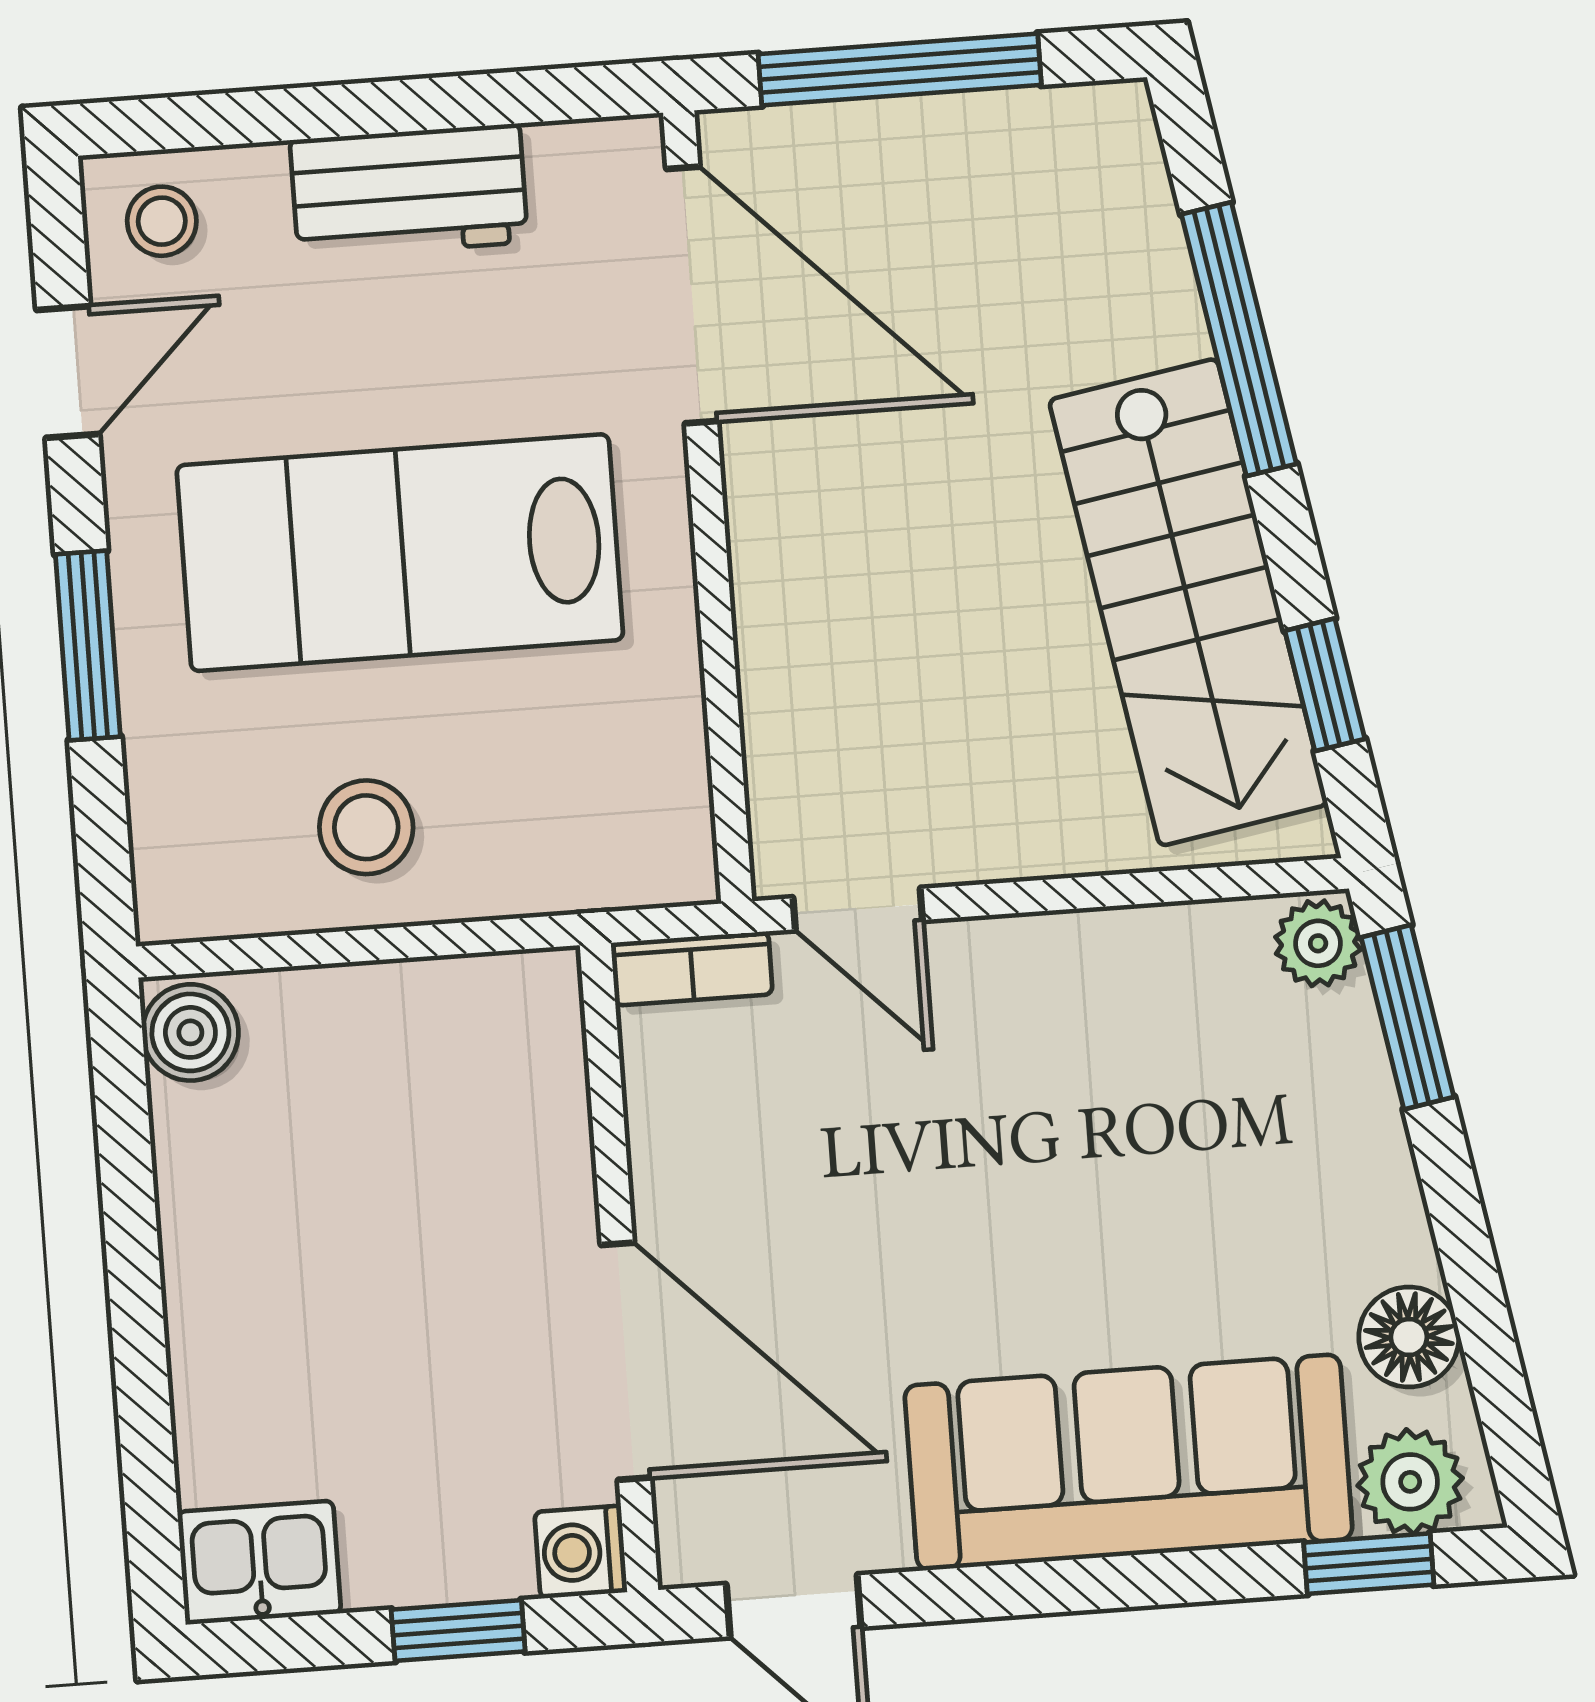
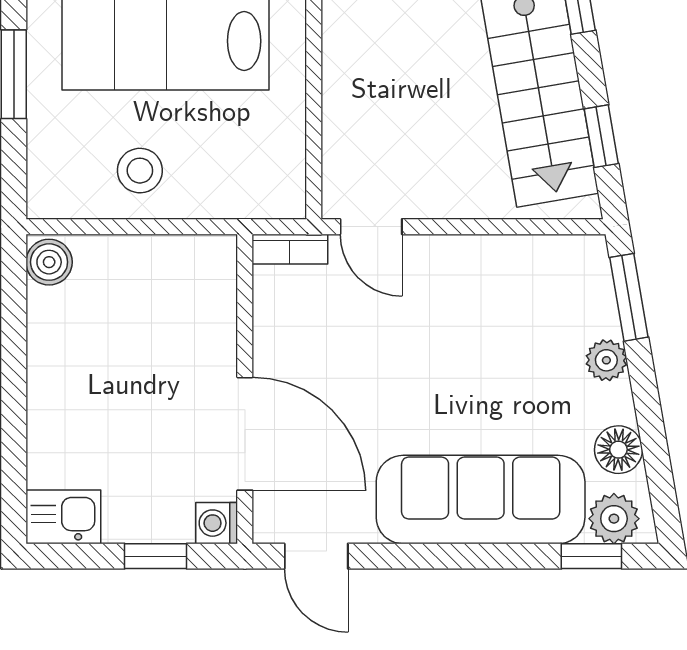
plant: (1318, 943) -> (606, 360), moved

